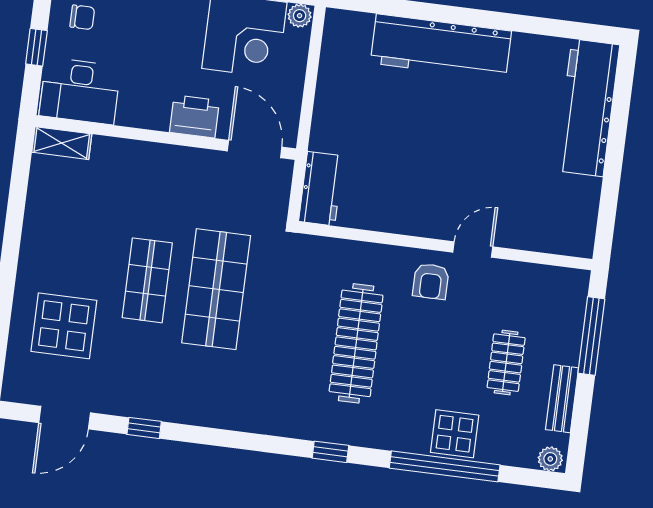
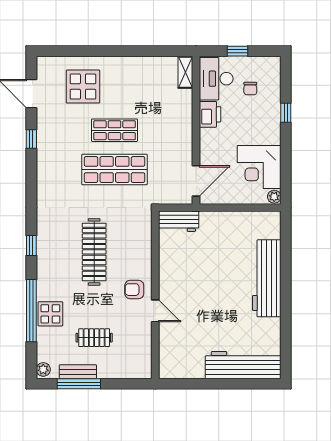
chair: (82, 17) -> (250, 89), moved
printer: (194, 116) -> (210, 114), moved
window: (591, 336) -> (79, 384), moved
clothes rail: (356, 343) -> (94, 252), turned 90

